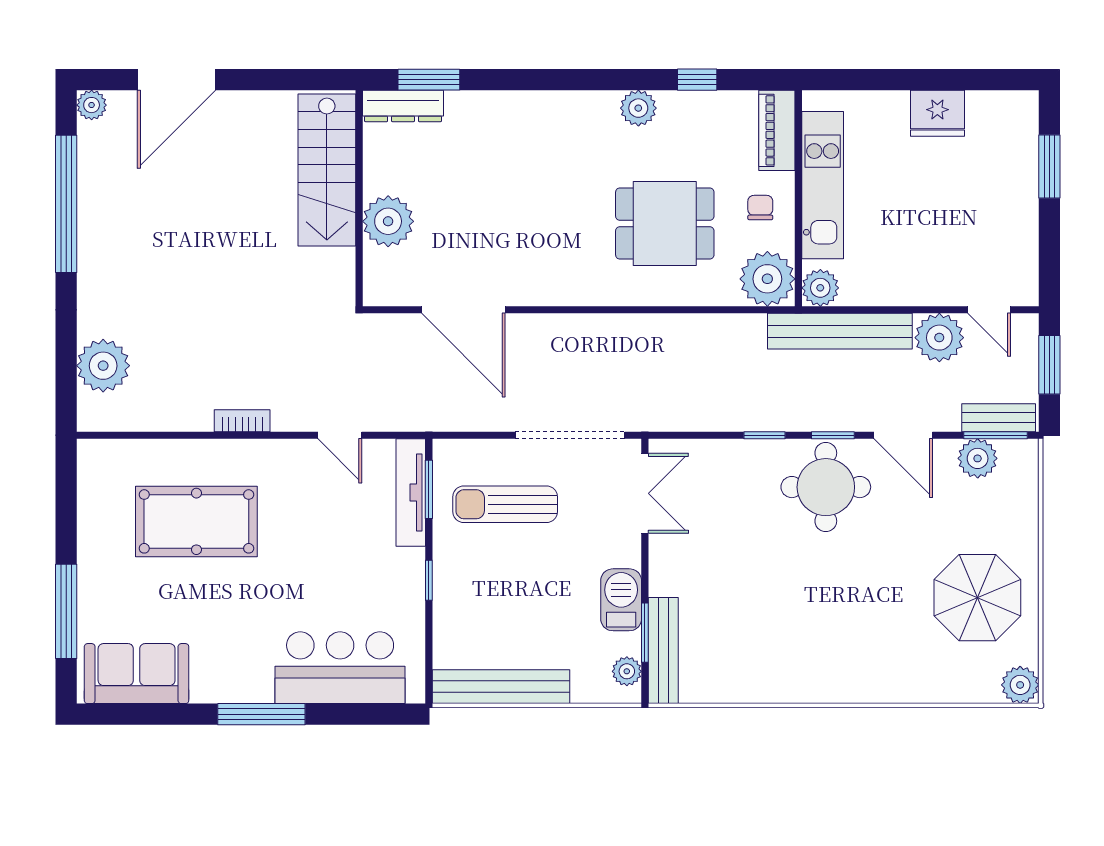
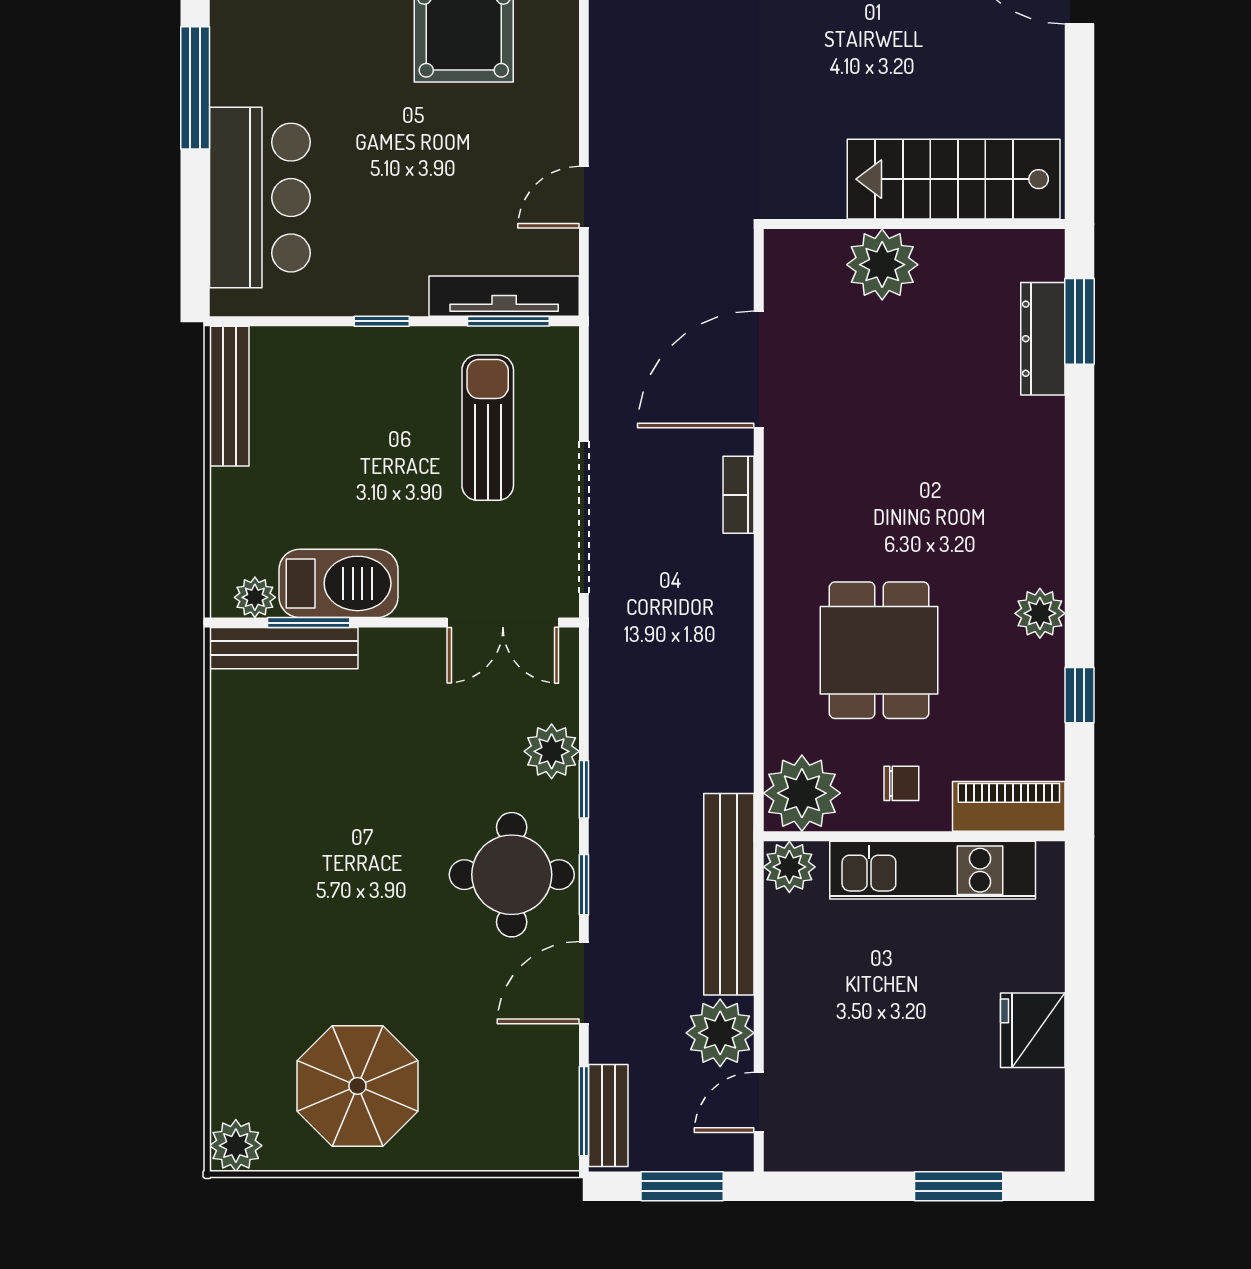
dresser: (403, 106) -> (1043, 339), moved
bookcase: (242, 421) -> (739, 495), moved, turned 180
plant: (978, 458) -> (552, 751), moved
barbecue: (621, 600) -> (339, 583), width x1.37, depth x1.21
bench: (501, 687) -> (229, 396), width x0.73, depth x0.82

